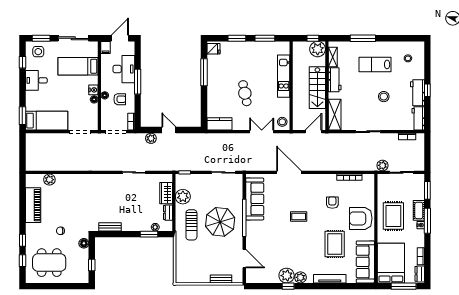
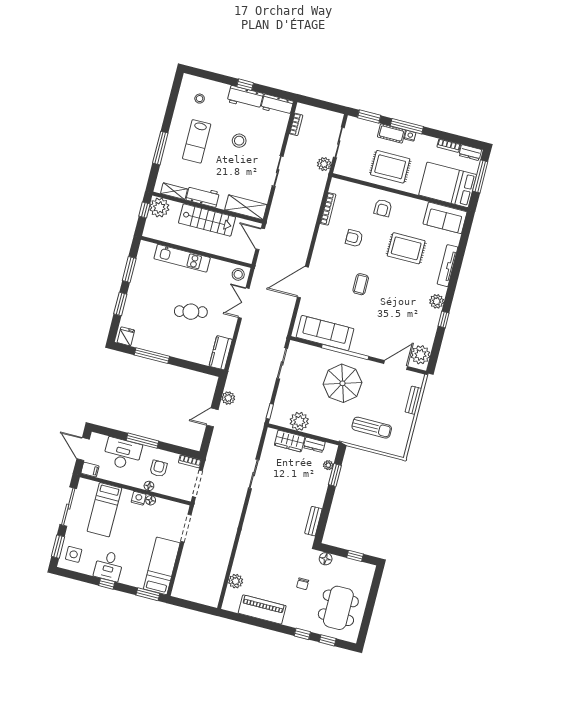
window: (22, 62) -> (107, 584), moved
plant: (151, 138) -> (228, 398), moved
armchair: (361, 218) -> (383, 208), width x0.53, depth x0.53
sun lounger: (191, 225) -> (372, 428), moved
sofa: (365, 262) -> (445, 218), width x0.73
plant: (287, 276) -> (420, 355), moved

